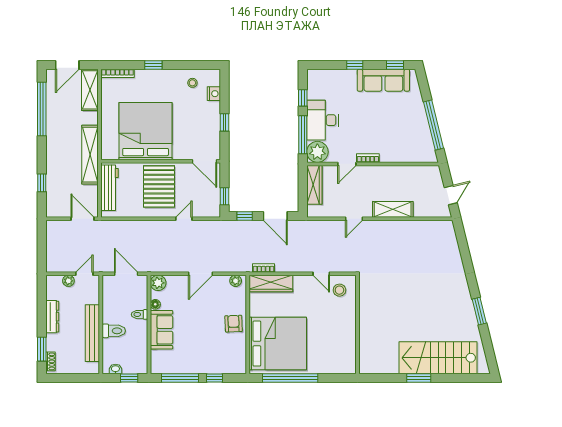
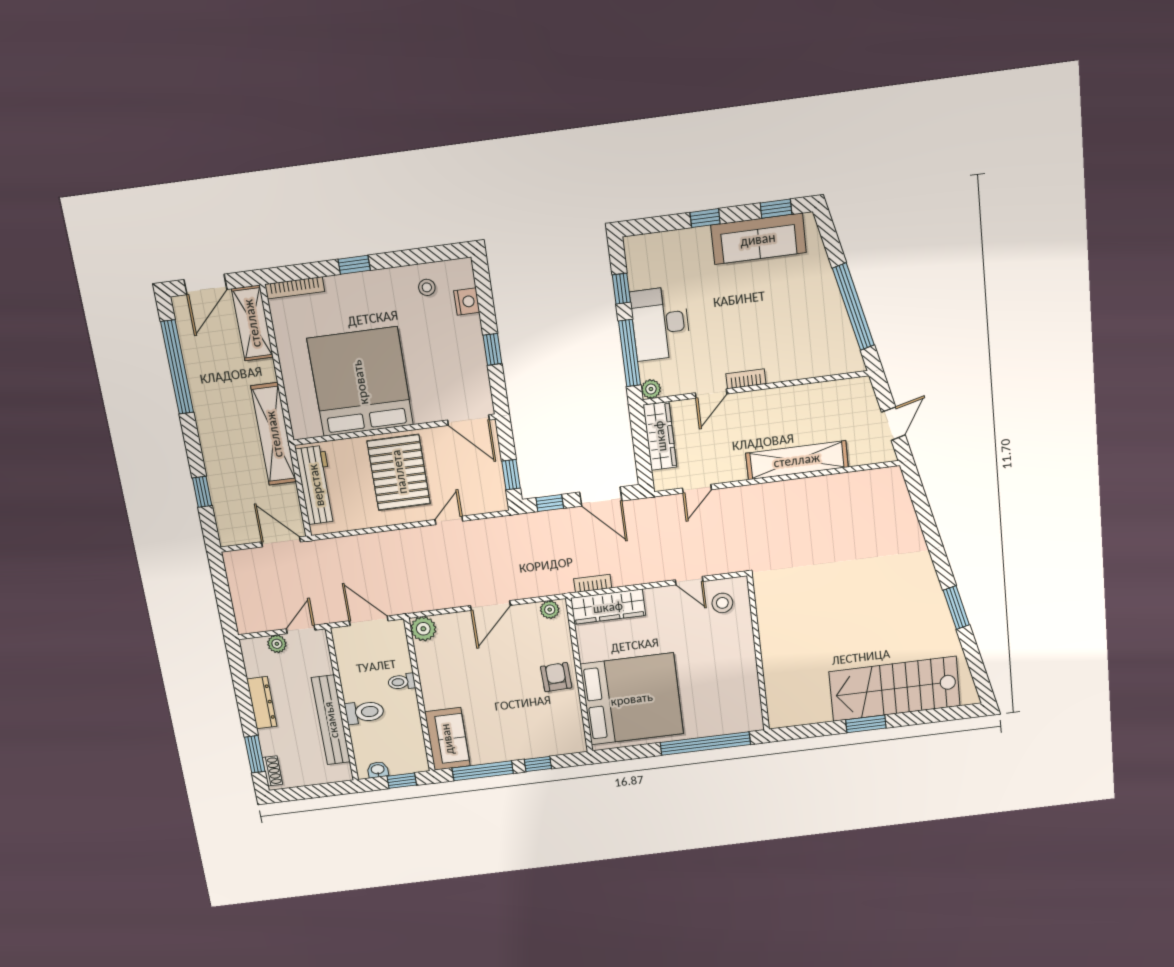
plant: (317, 152) -> (651, 389), width x0.53, depth x0.53
shelving: (393, 209) -> (797, 460), width x1.47
door: (354, 219) -> (697, 489), moved
floor lamp: (155, 304) -> (424, 663), removed
sofa: (162, 330) -> (447, 739), moved
window: (290, 378) -> (705, 744), moved

